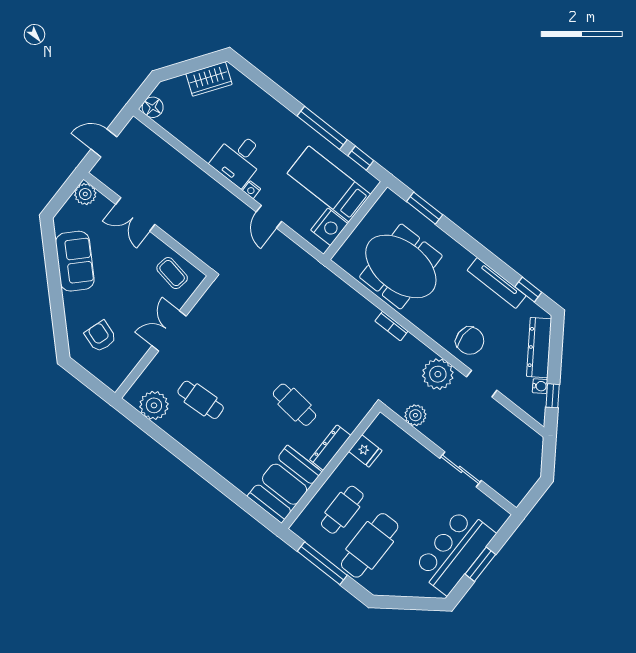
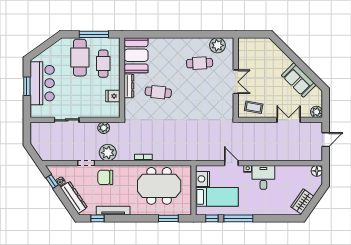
armchair: (100, 336) -> (263, 57), removed

